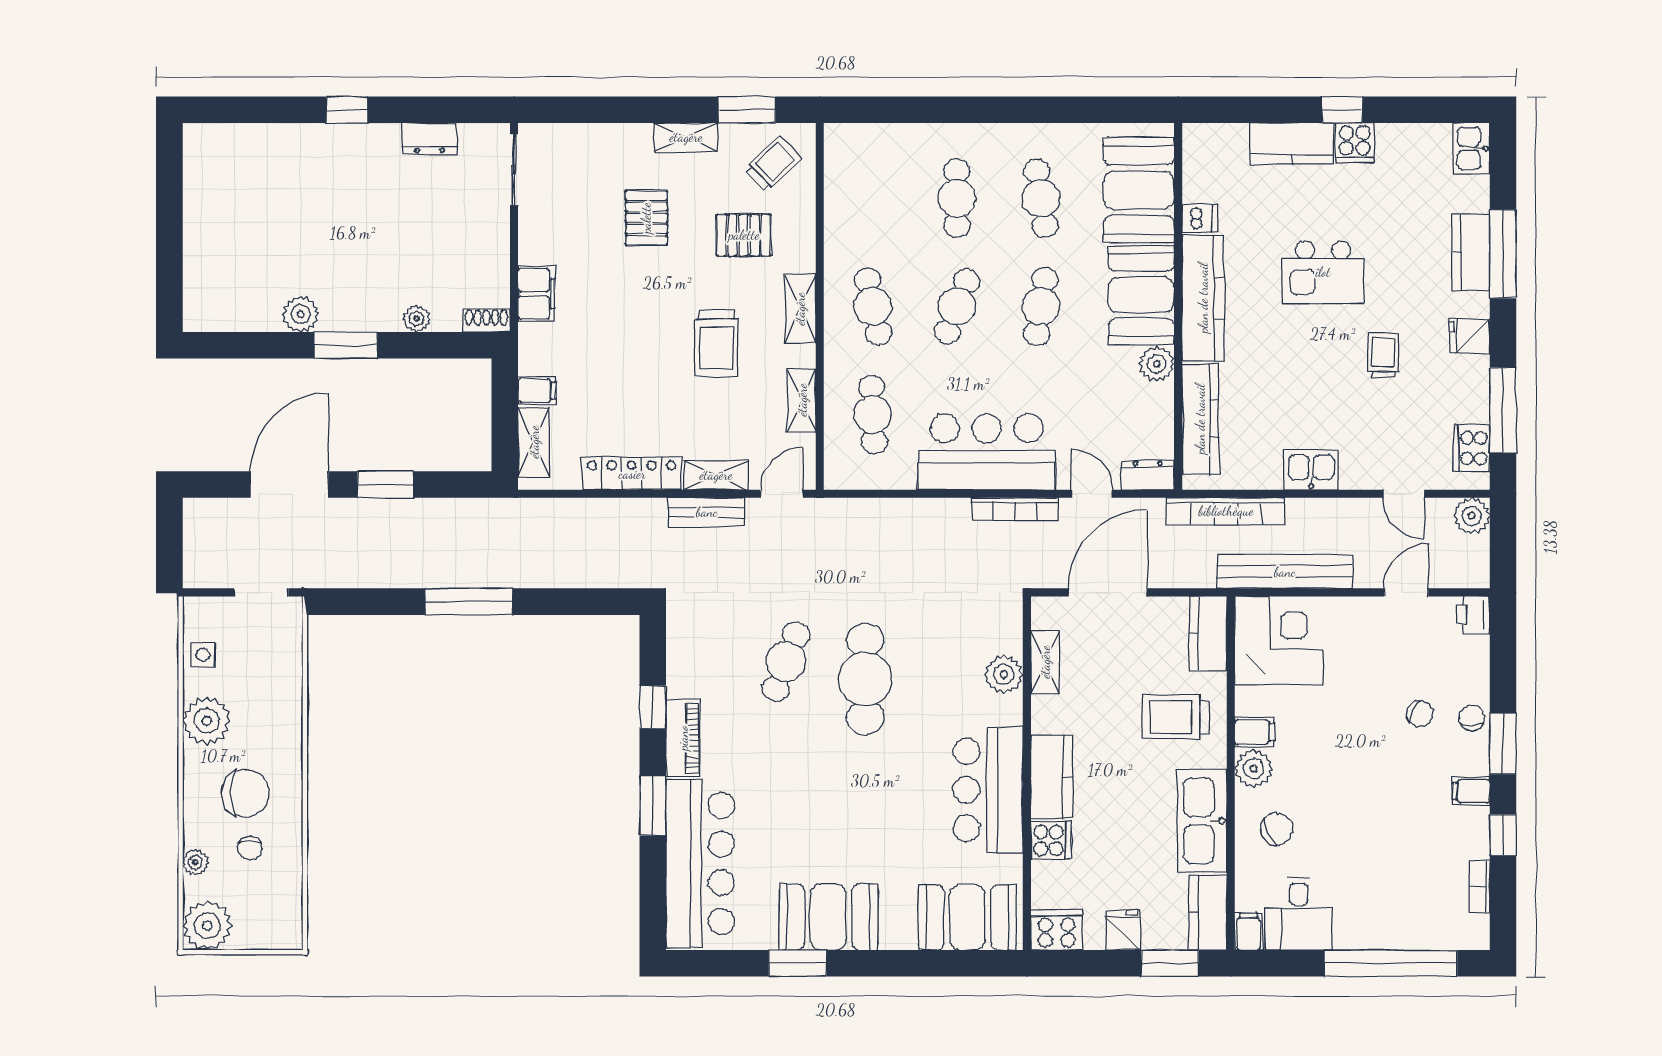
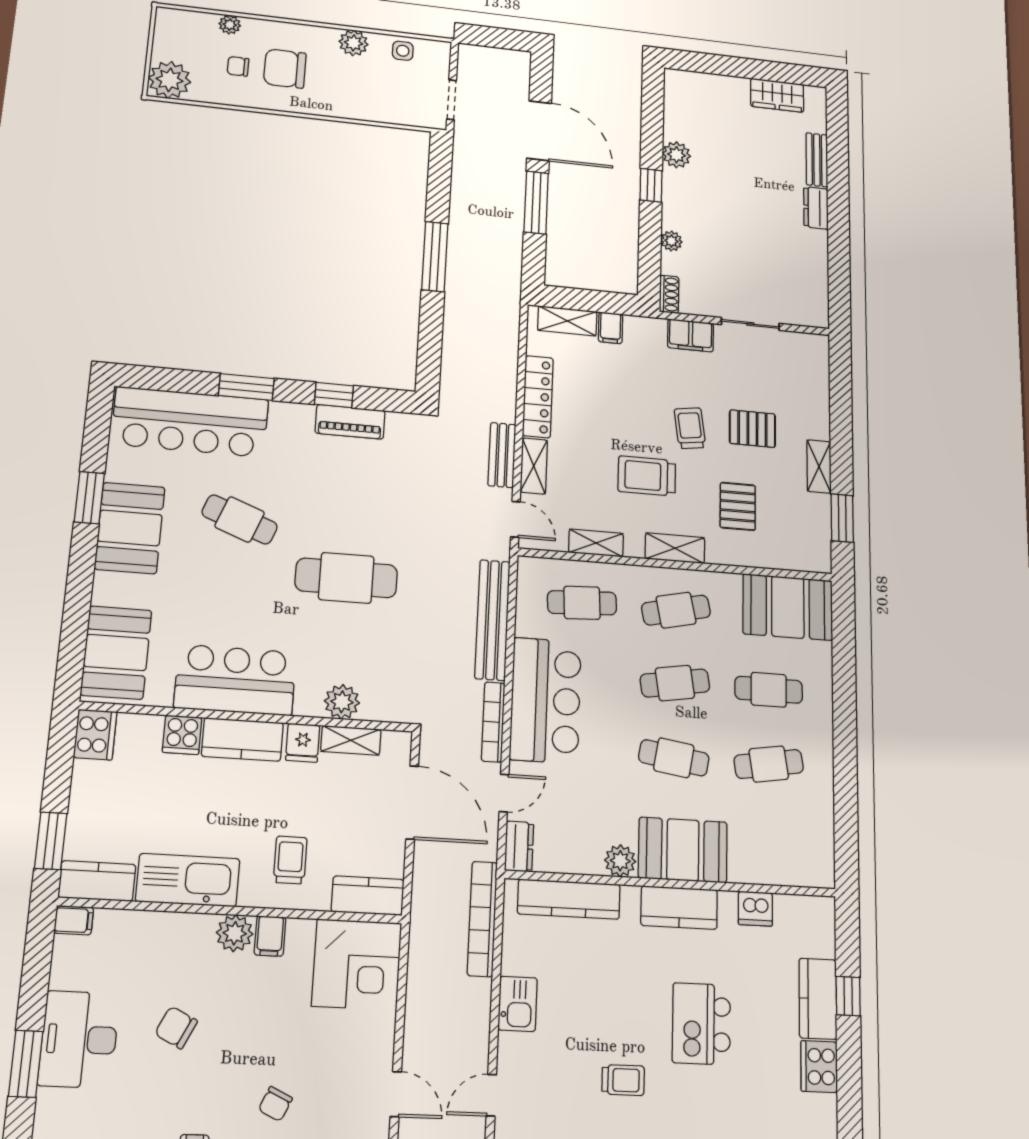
window: (347, 110) -> (838, 207), removed
window: (1342, 110) -> (848, 996), moved
bench: (286, 137) -> (817, 160), added
dresser: (430, 138) -> (816, 208), moved
cooker: (1355, 143) -> (819, 1067), width x1.36
trolley: (773, 164) -> (690, 428), moved, turned -144
sliding door: (514, 170) -> (750, 324), moved
wardrobe: (202, 187) -> (777, 95), added
booth: (1139, 190) -> (788, 607), moved
dishwasher: (1200, 218) -> (755, 909), width x1.38
kitchen counter: (1203, 298) -> (679, 908), width x0.67
cafe table: (957, 306) -> (675, 683), turned -30
window: (346, 345) -> (651, 185), width x0.67
window: (385, 485) -> (536, 203), width x1.44
bench: (1285, 572) -> (493, 620), moved
cafe table: (786, 662) -> (240, 519), moved
trolley: (1176, 717) -> (290, 860), width x0.73, depth x0.72
plant: (207, 721) -> (354, 43), width x0.73, depth x0.73
piano: (683, 738) -> (350, 422), moved
chair: (245, 793) -> (285, 69), turned 90
chair: (1277, 829) -> (176, 1028), moved, turned 140
desk: (1299, 914) -> (79, 1039), moved, width x1.37
plant: (207, 925) -> (170, 80), moved
fridge: (1123, 930) -> (303, 743), moved, turned 90
window: (1391, 963) -> (26, 1064), width x0.47

